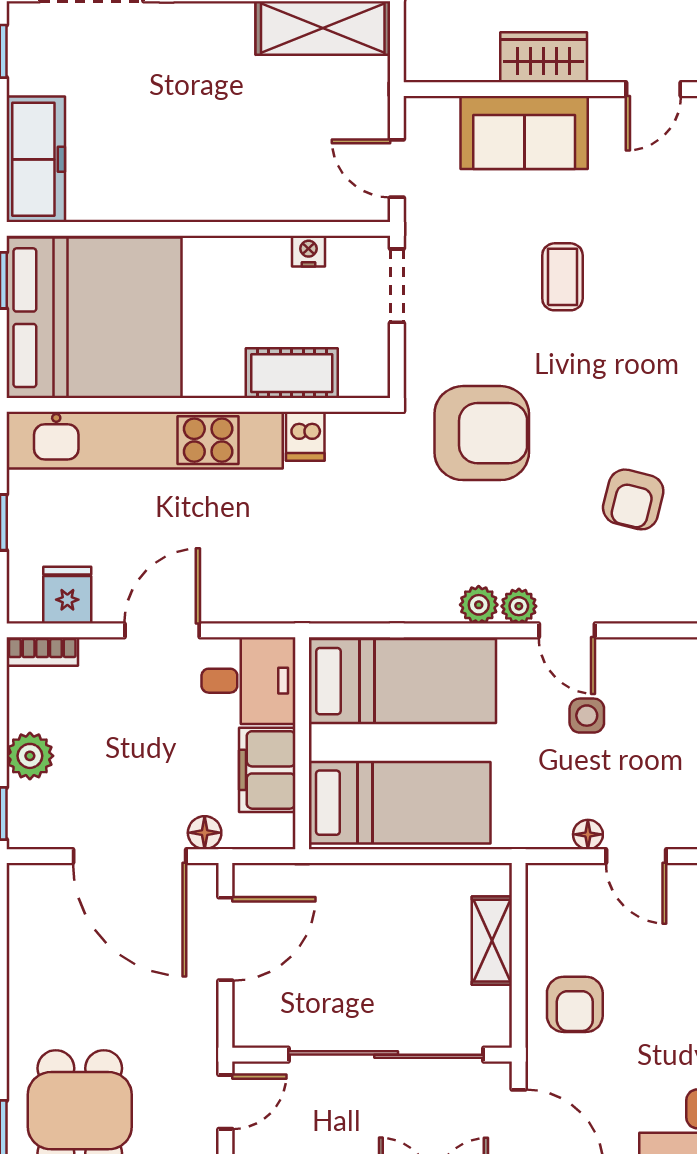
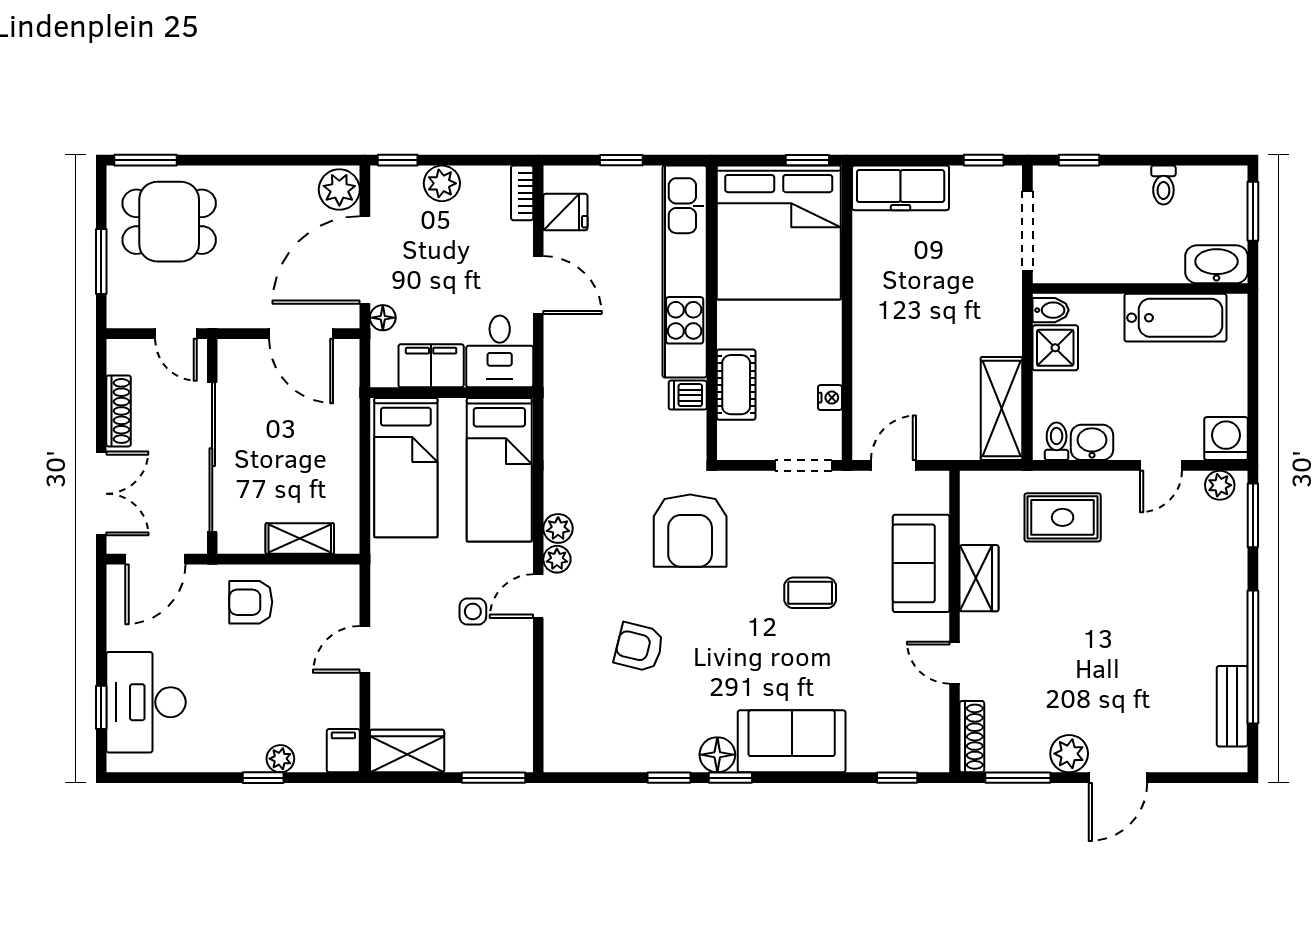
floor lamp: (588, 834) -> (381, 612), removed
plant: (38, 889) -> (339, 190), added

